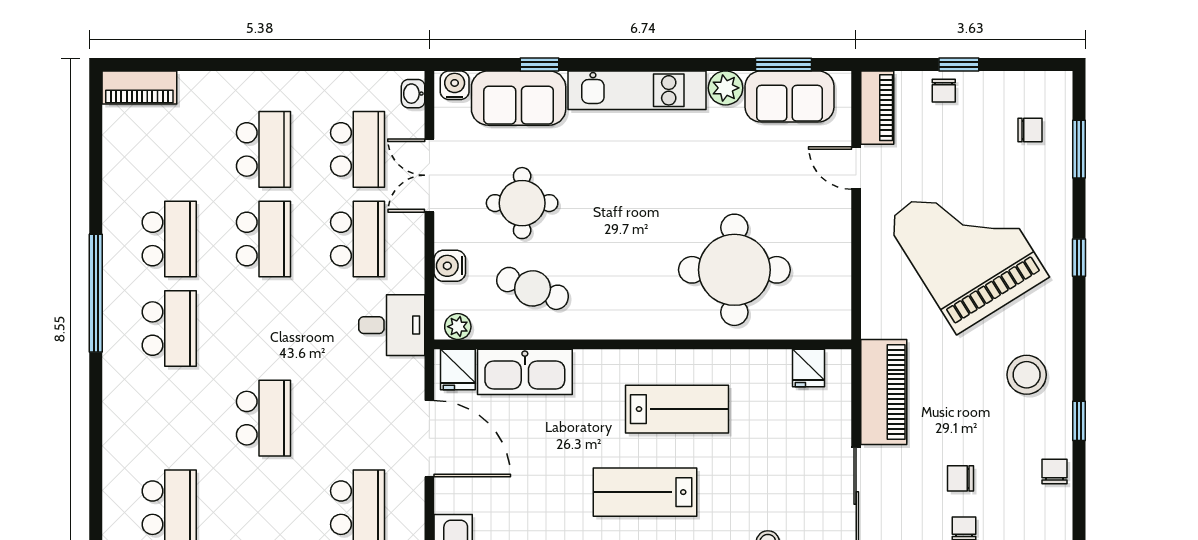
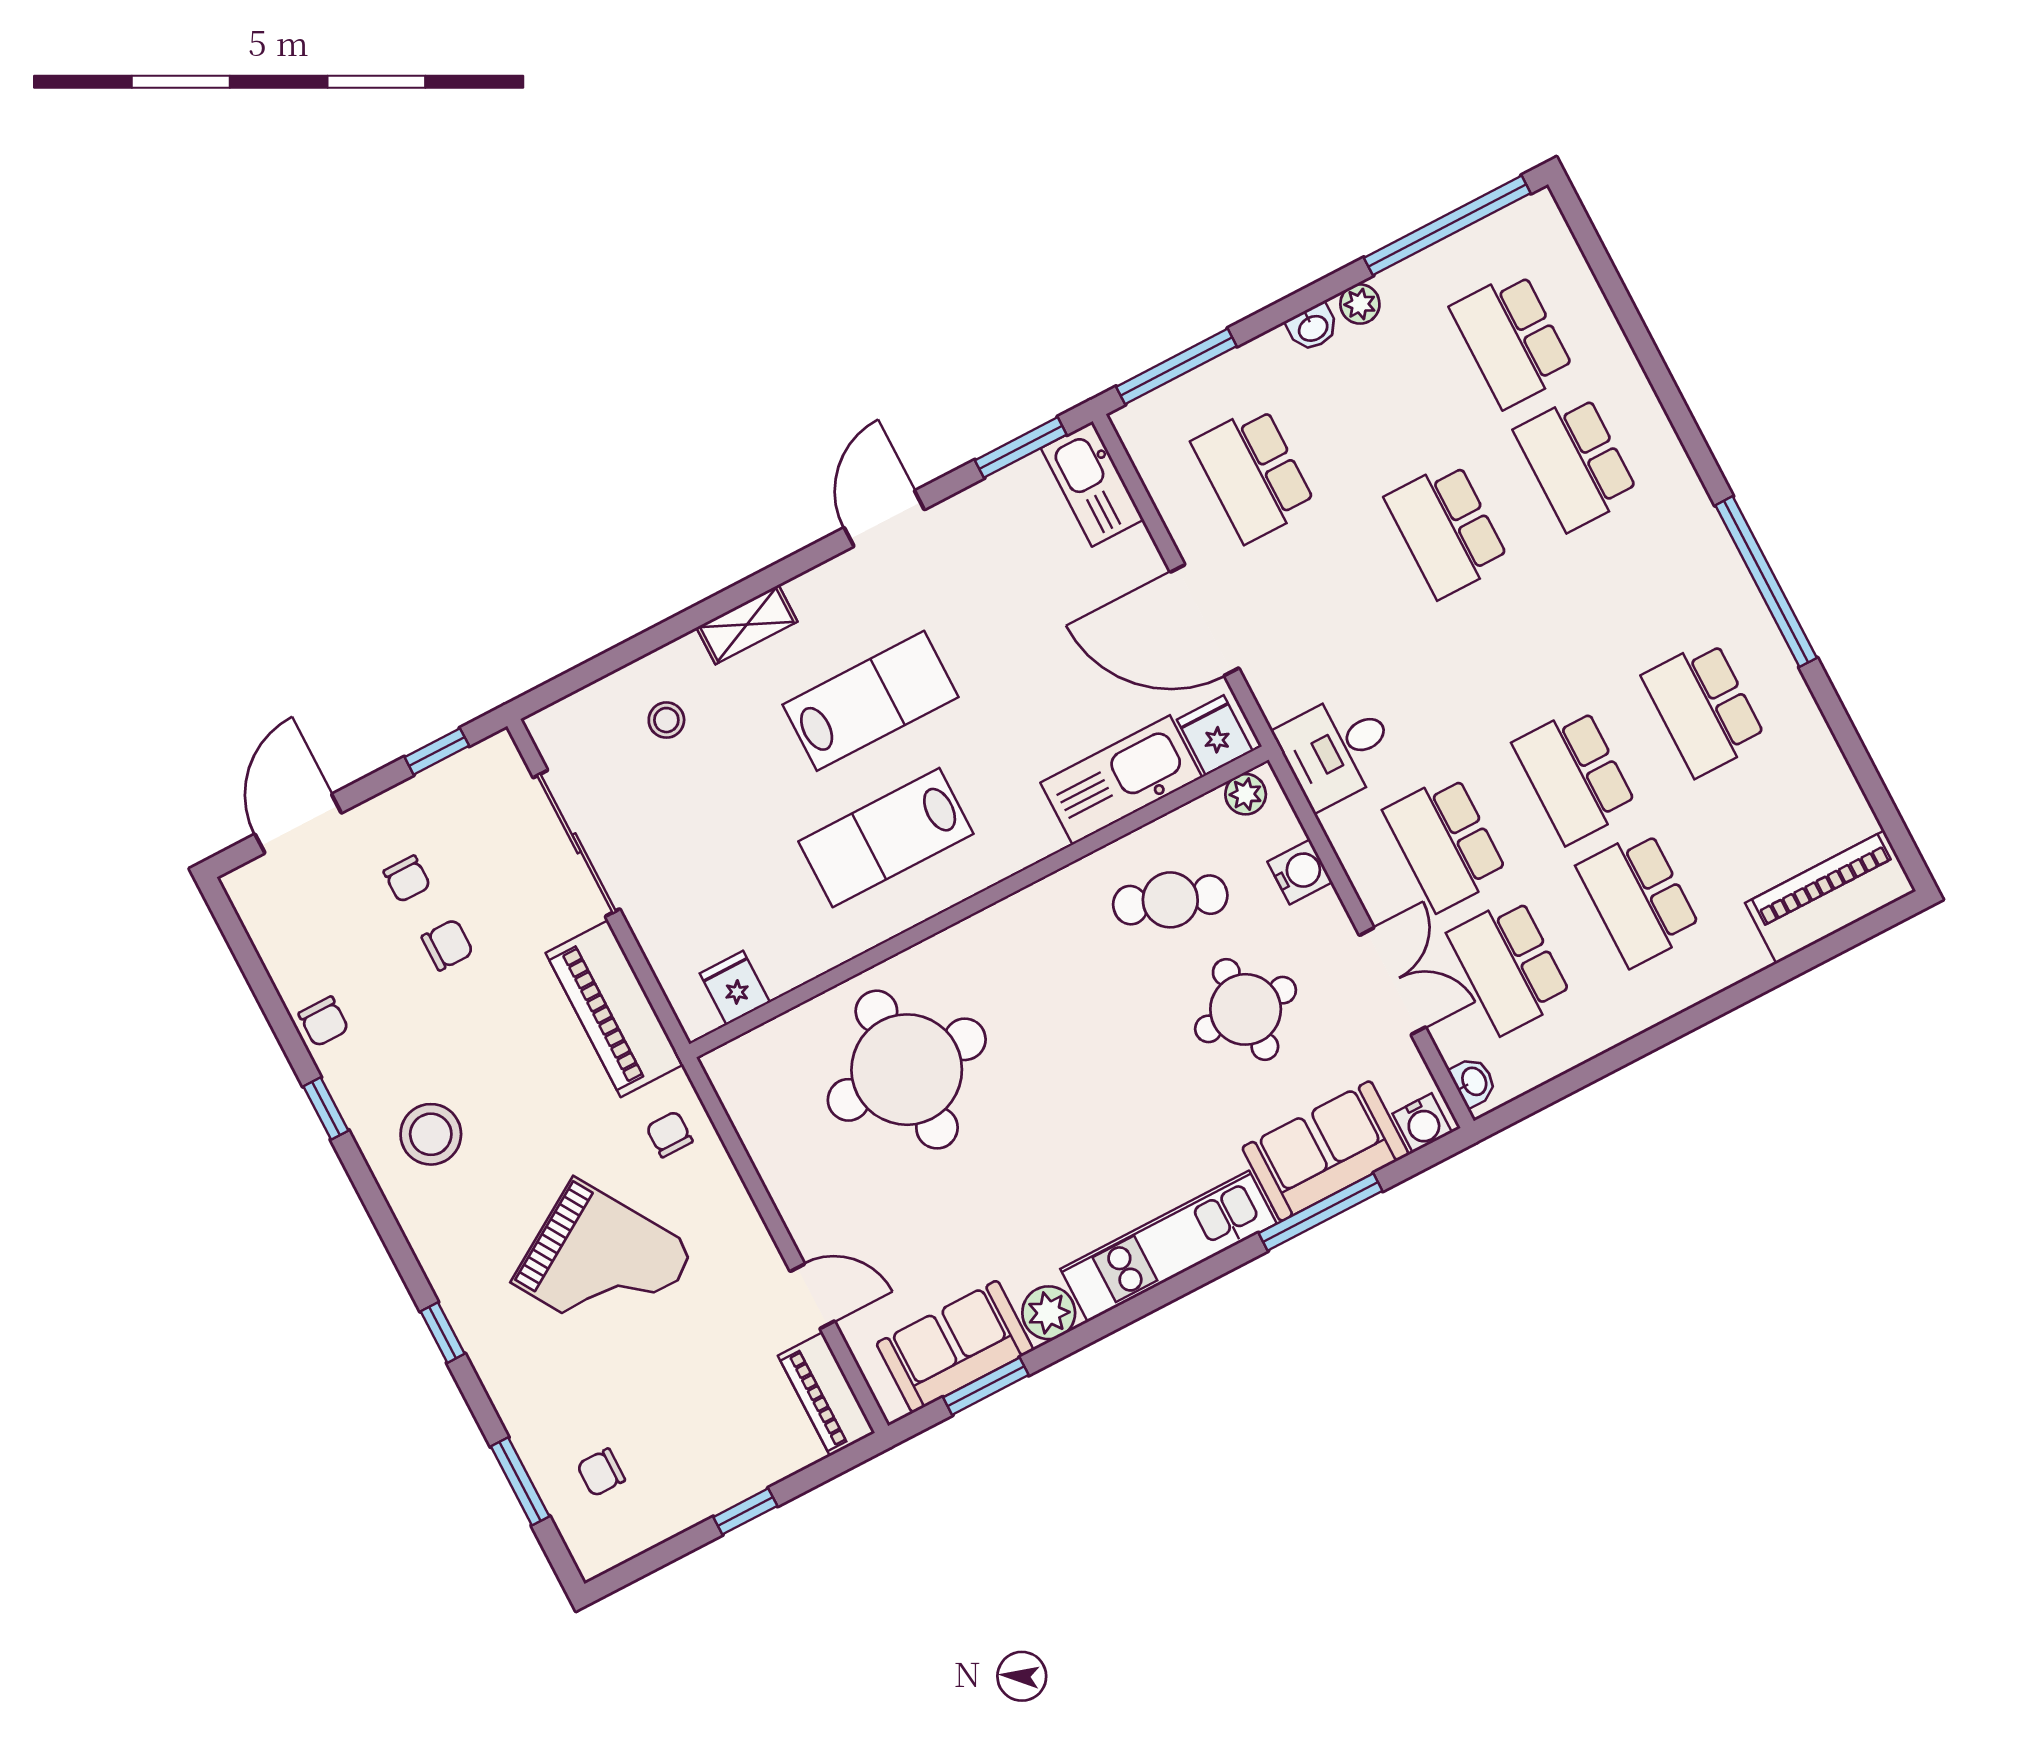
window: (540, 65) -> (1321, 1212), width x2.17
piano: (139, 88) -> (1830, 897), width x1.37, depth x1.33
chair: (944, 91) -> (669, 1134), moved
grand piano: (967, 248) -> (603, 1265), width x0.73, depth x0.68
school desk: (169, 329) -> (1576, 462), moved

